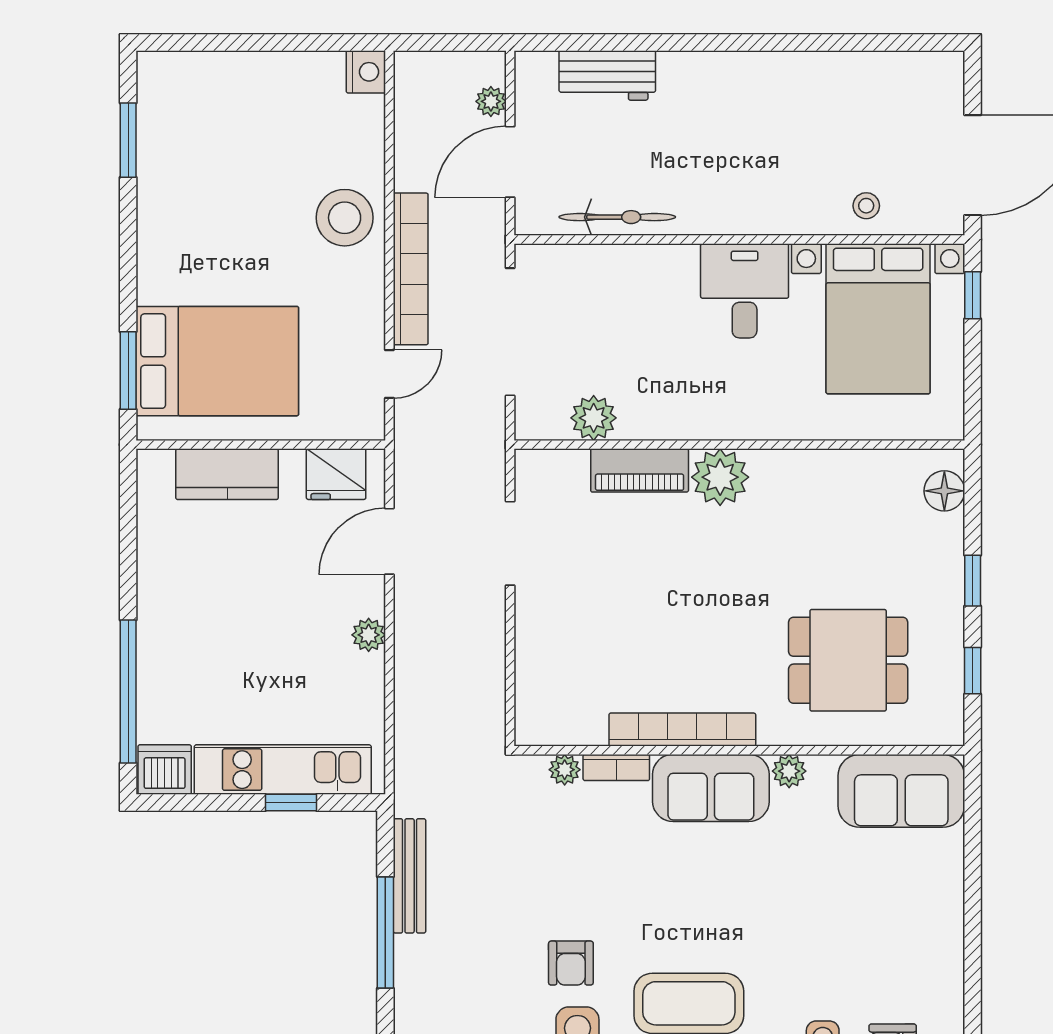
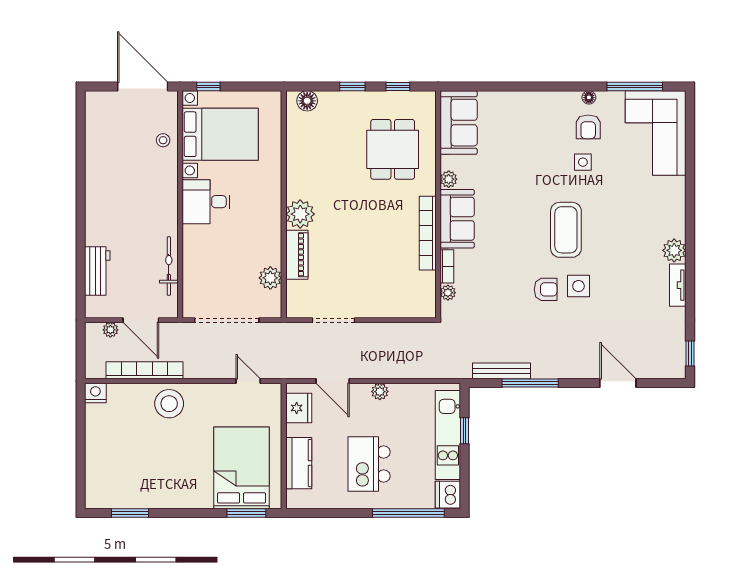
bookcase: (411, 269) -> (145, 370), moved
kitchen island: (225, 614) -> (369, 464), added

